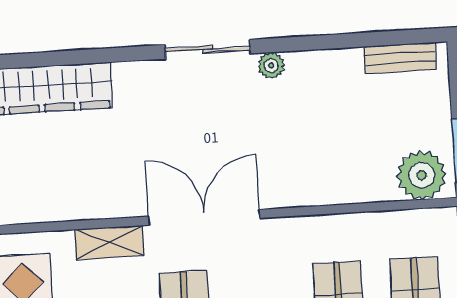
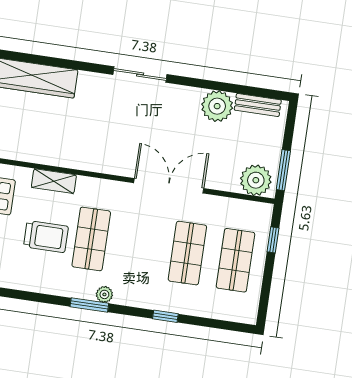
plant: (271, 66) -> (217, 106), moved, width x1.88, depth x1.88
double door: (204, 217) -> (169, 186), moved

